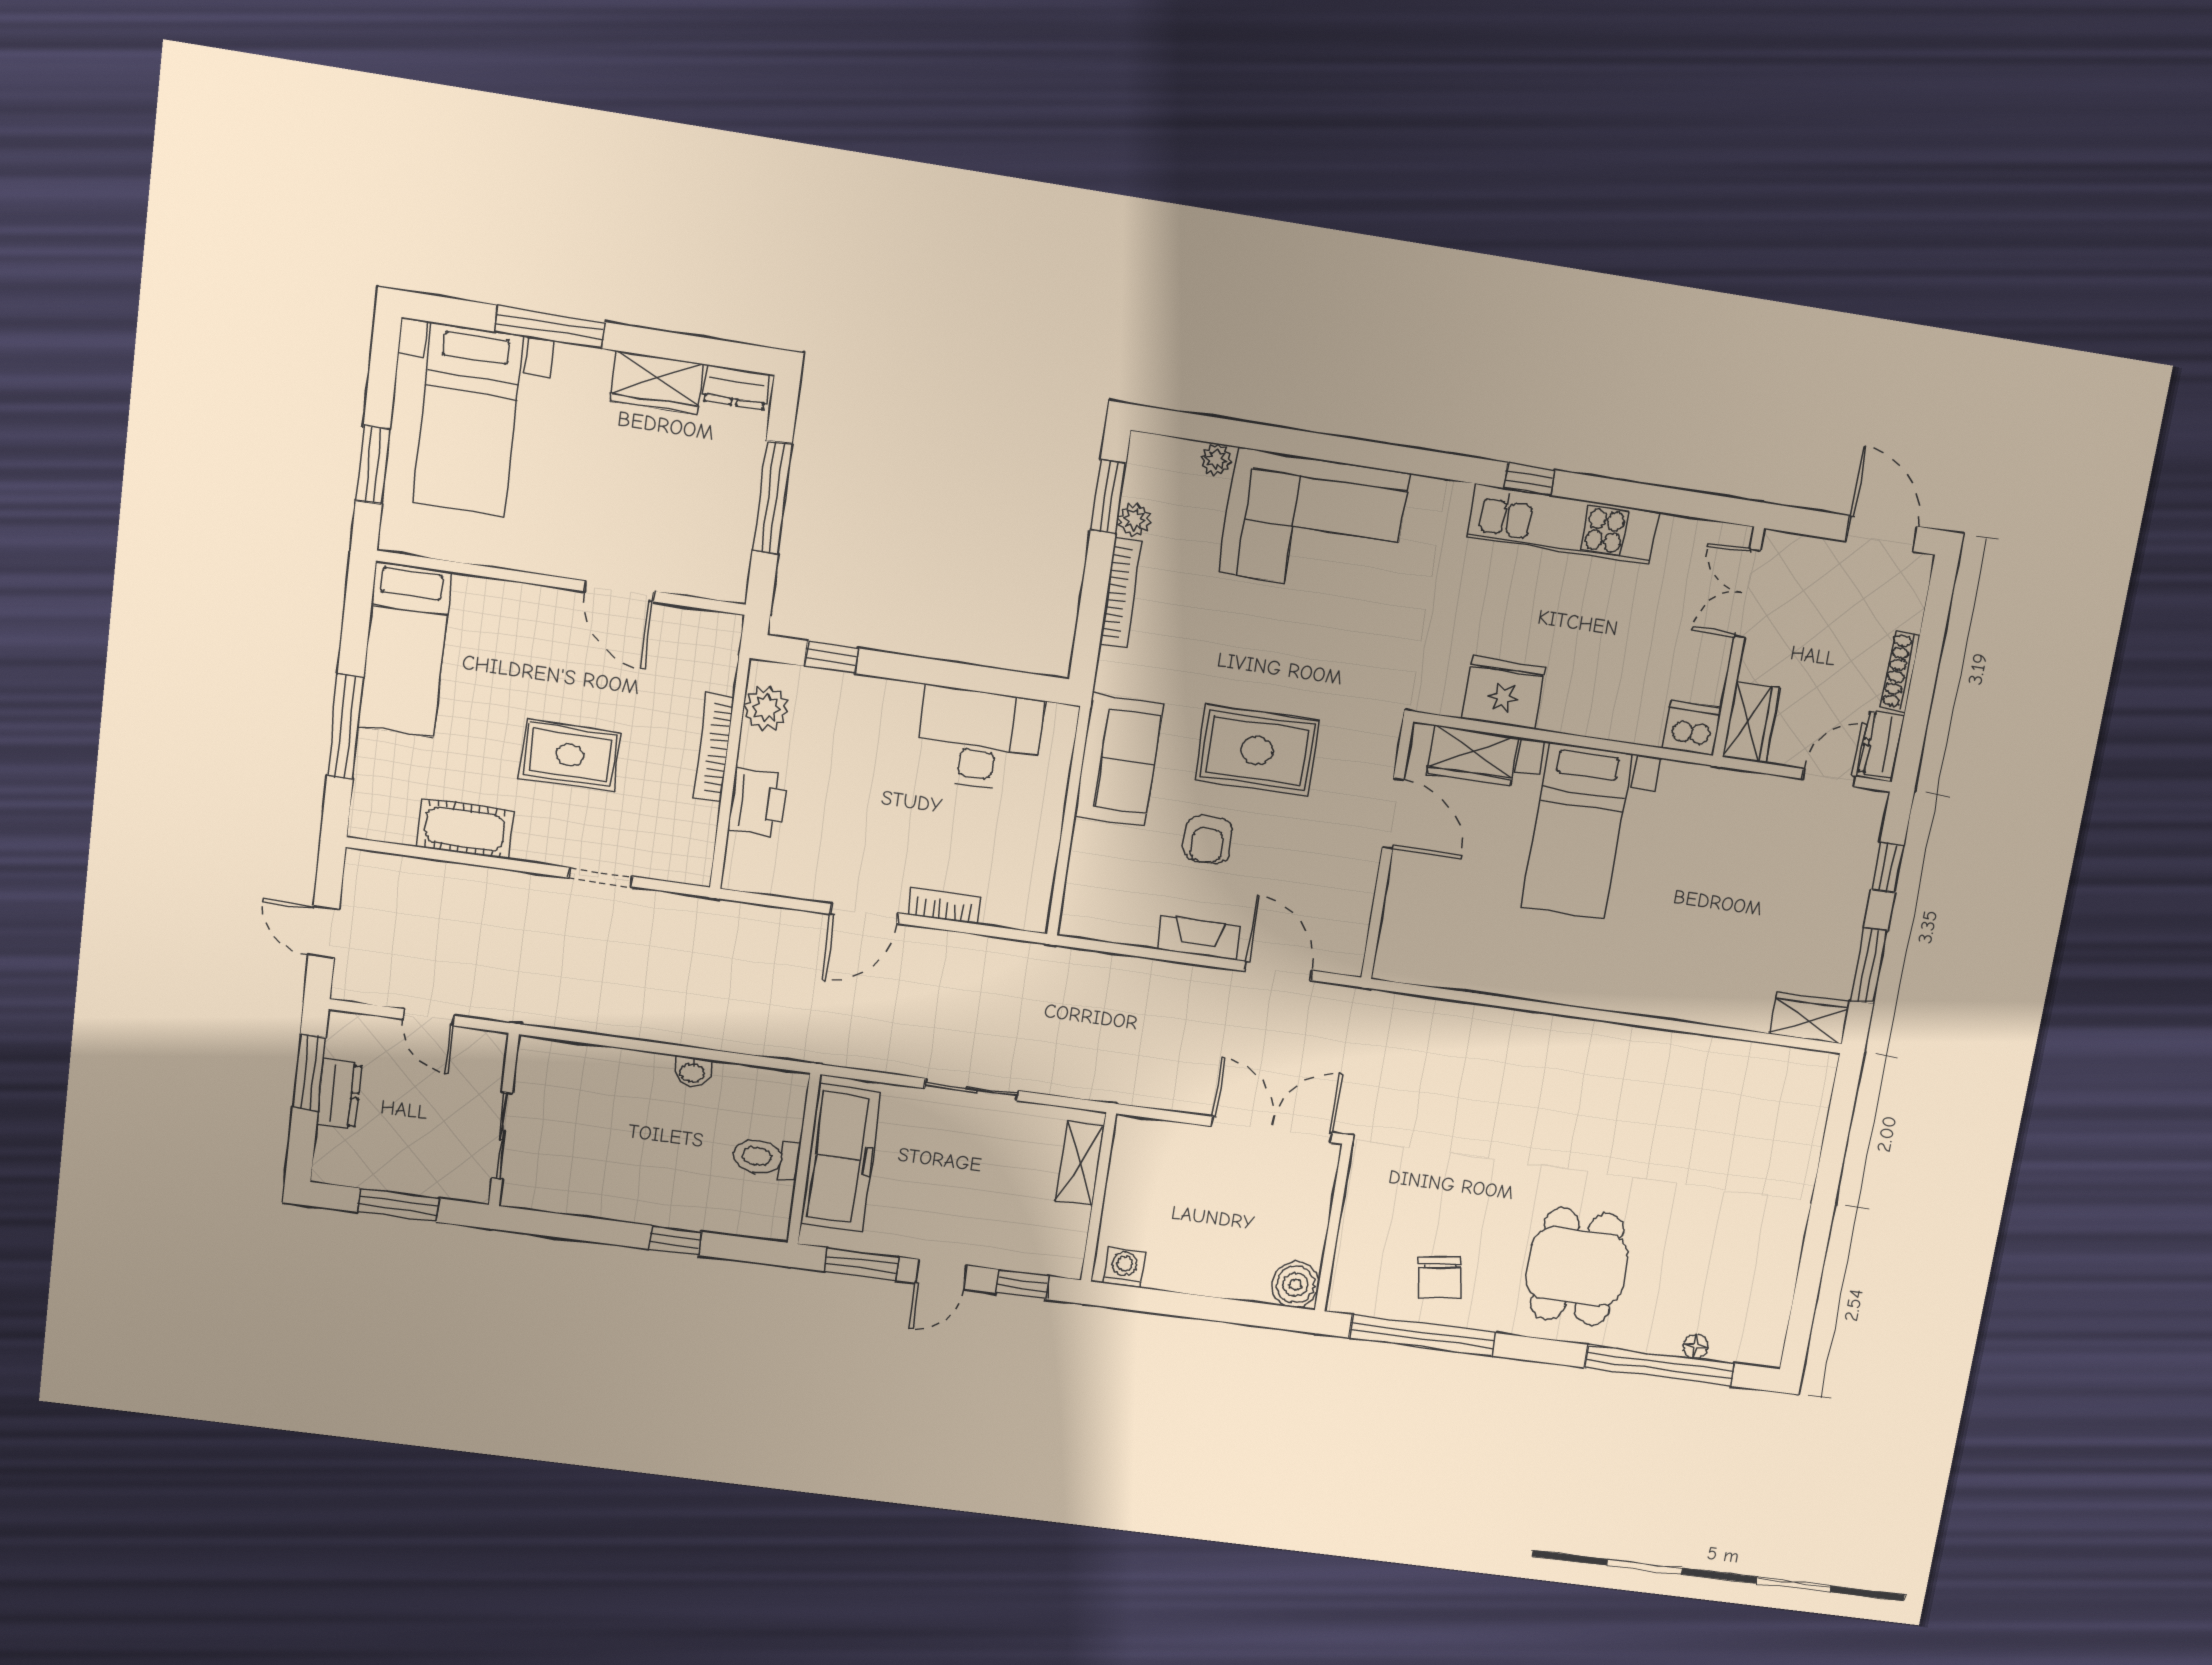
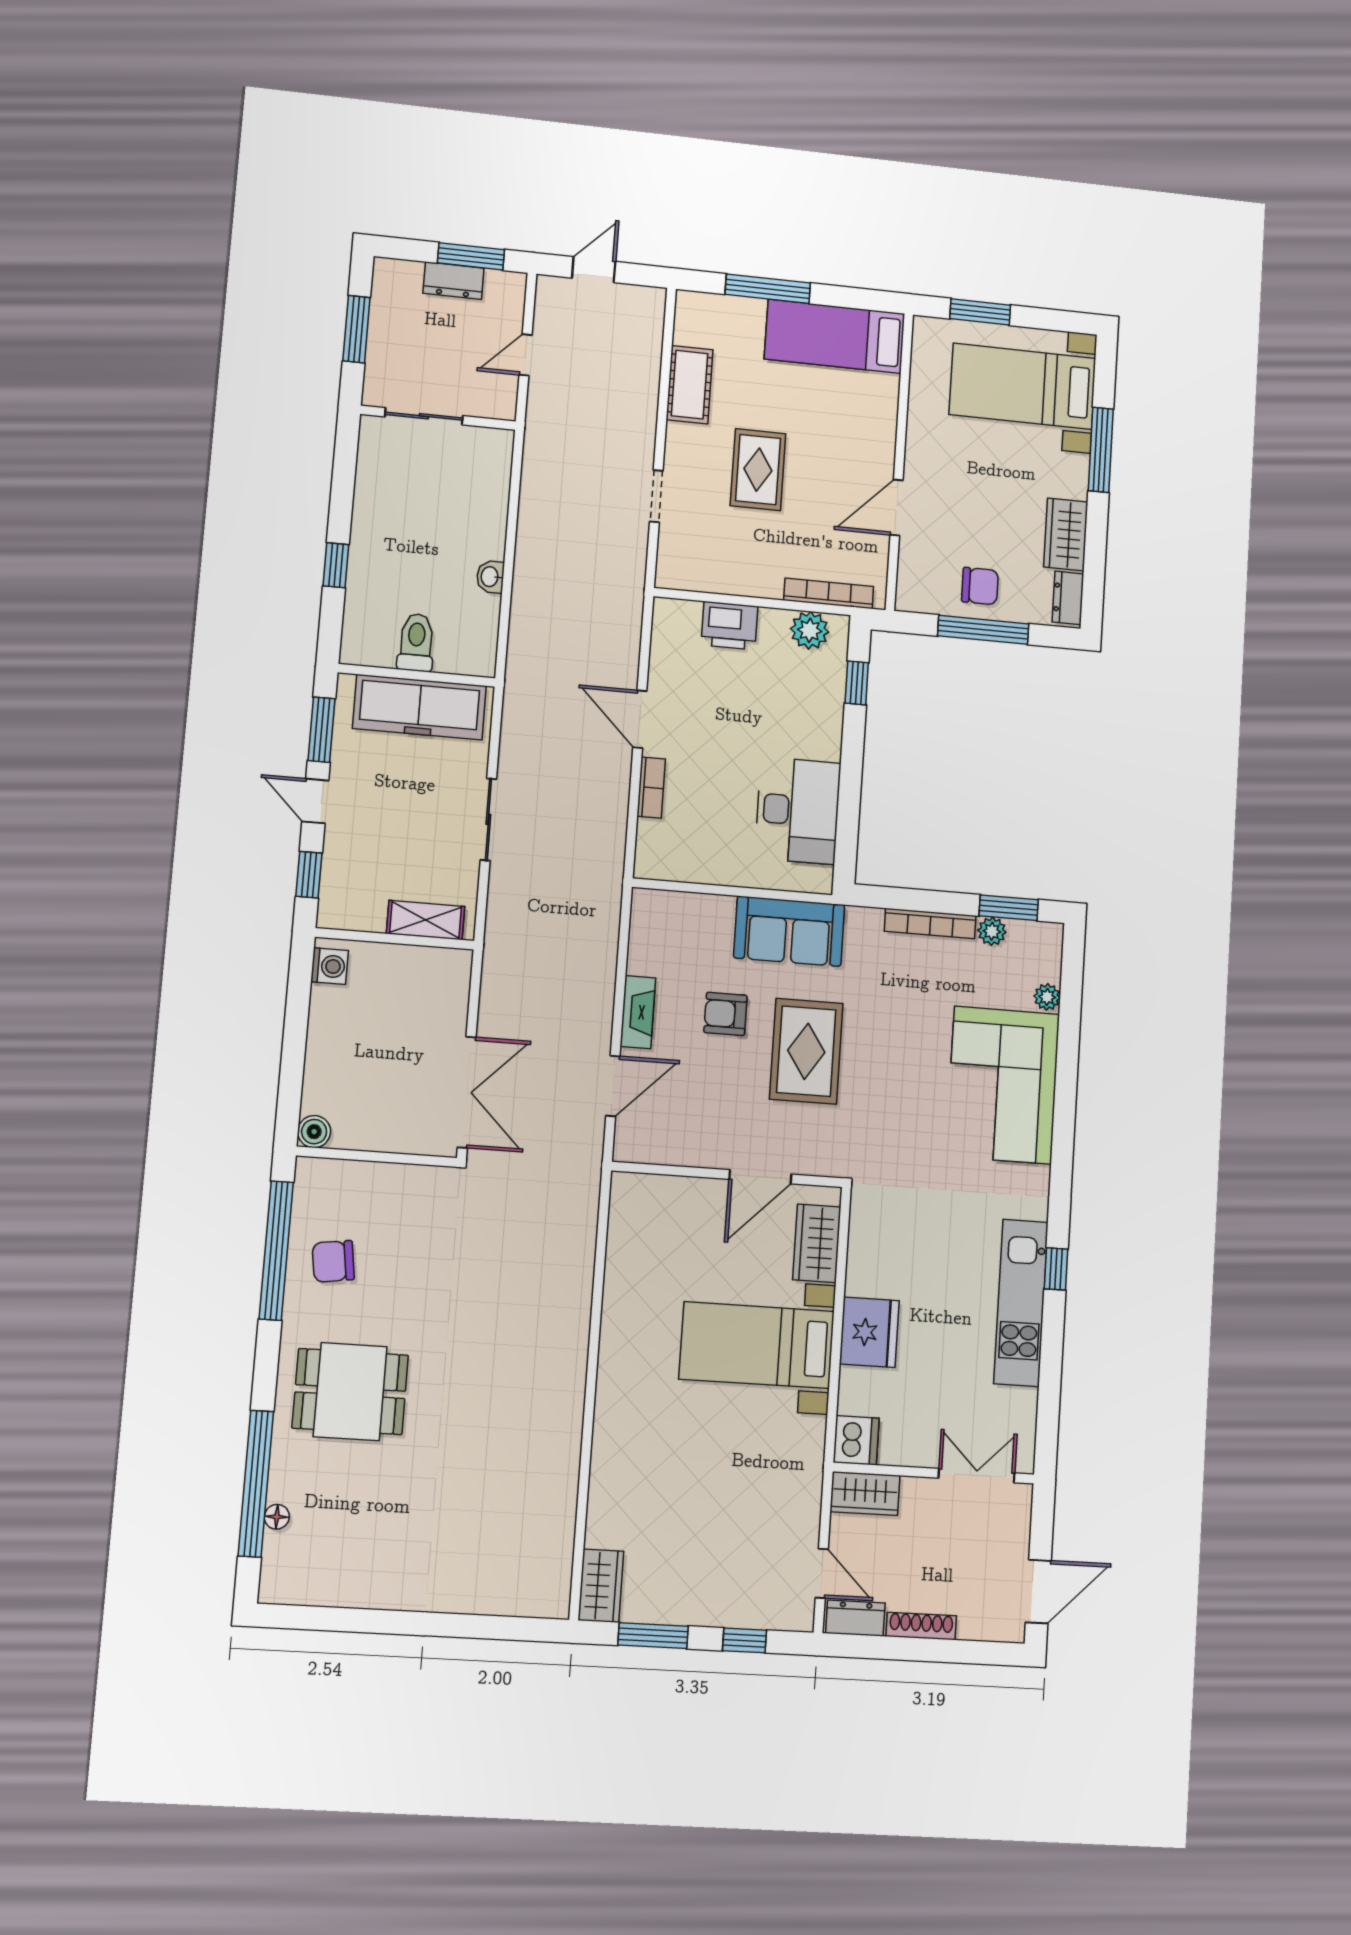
chair: (718, 496) -> (980, 586), added
fridge: (1504, 693) -> (869, 1332), moved
bookcase: (714, 748) -> (829, 593), moved
boiler: (1296, 1284) -> (314, 1132), width x0.73, depth x0.73

